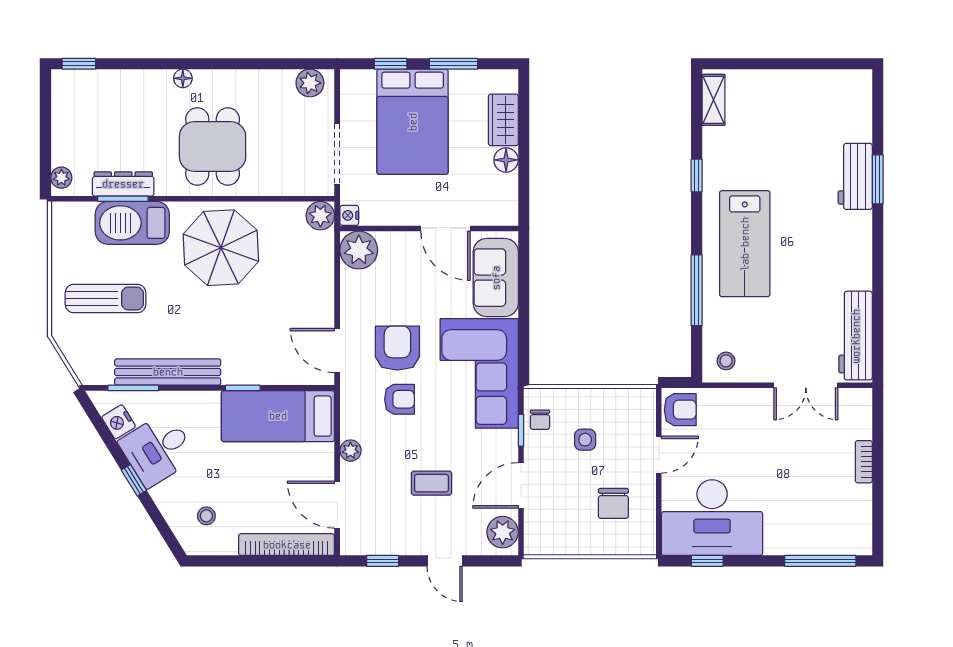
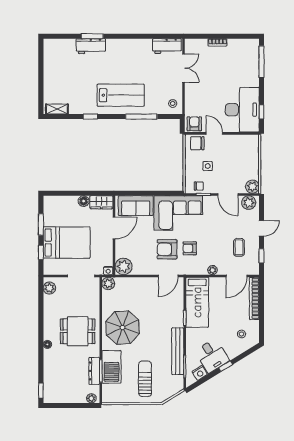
wardrobe: (503, 120) -> (101, 202), moved
workbench: (856, 336) -> (167, 46), width x0.73
armchair: (399, 399) -> (190, 248), turned -90
coffee table: (431, 483) -> (239, 247), moved
chair: (613, 503) -> (197, 143), moved, turned 180
plant: (539, 540) -> (252, 187), added

